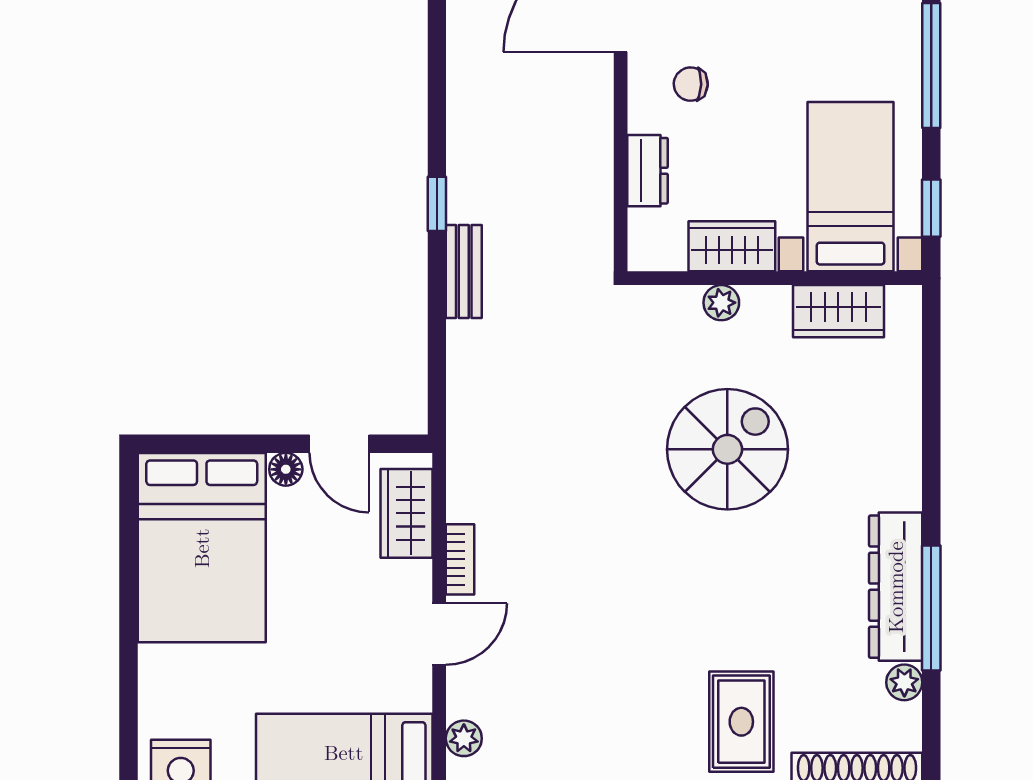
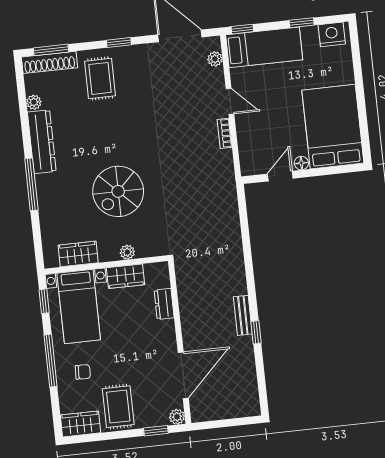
chair: (691, 84) -> (83, 372), moved
window: (437, 204) -> (256, 332), moved
bench: (464, 271) -> (243, 315), moved
door: (339, 444) -> (280, 176), hinge flipped
wardrobe: (407, 513) -> (249, 150), removed
window: (931, 608) -> (31, 184), moved
door: (439, 634) -> (230, 101), swing flipped

